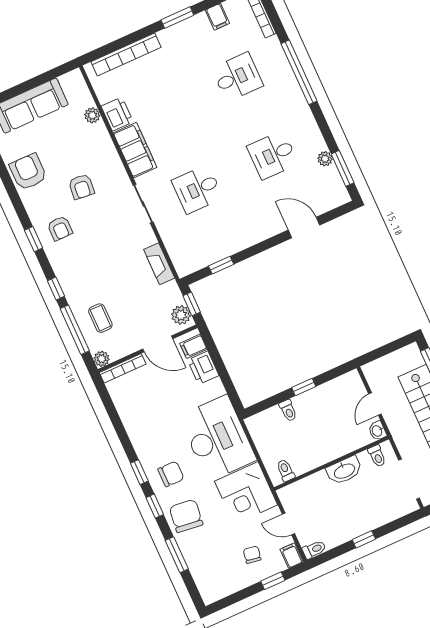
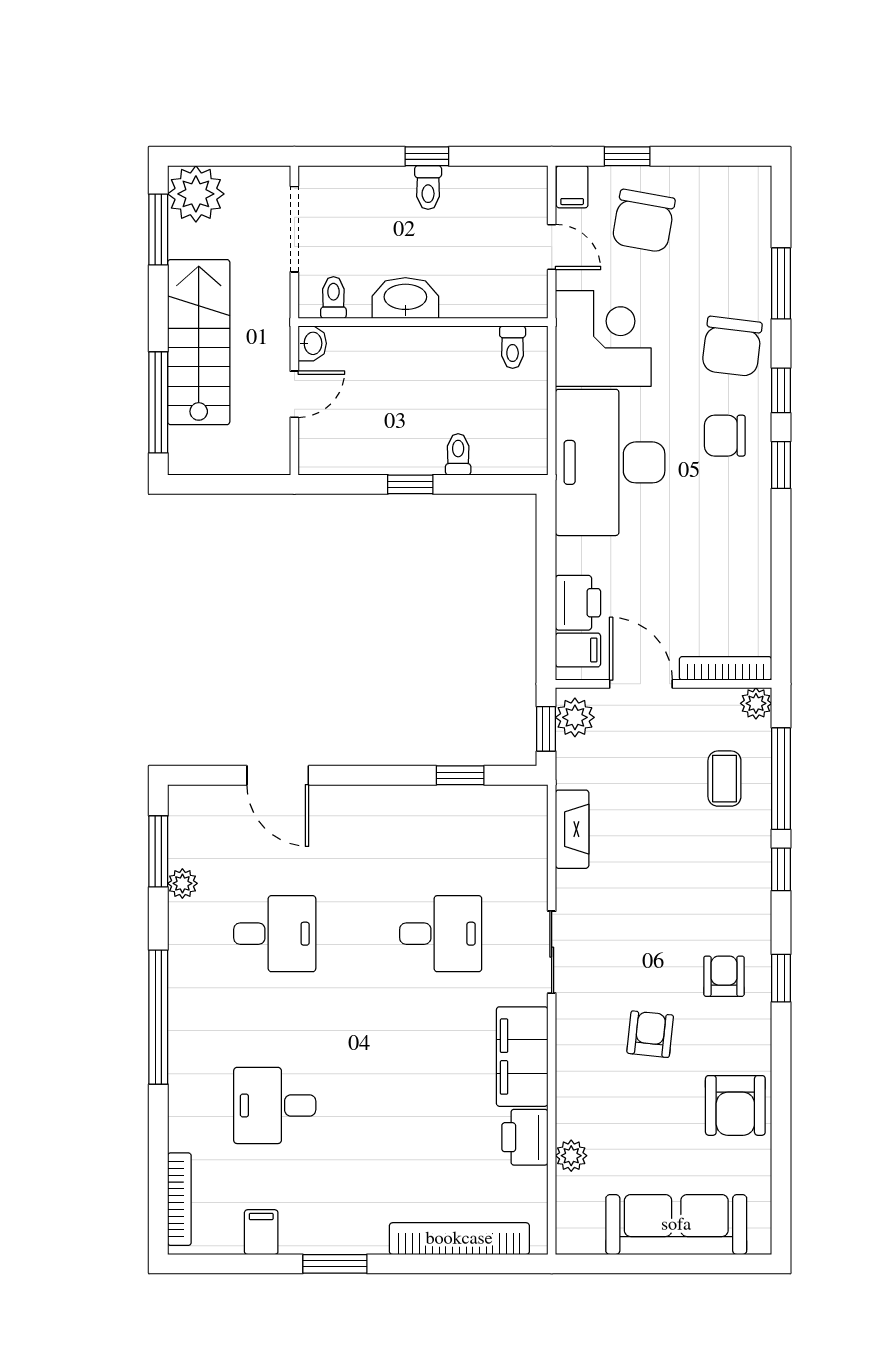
window: (299, 72) -> (158, 1017), moved
toilet: (314, 549) -> (428, 188), moved, turned -90
chair: (252, 555) -> (643, 221), width x1.87, depth x1.87

